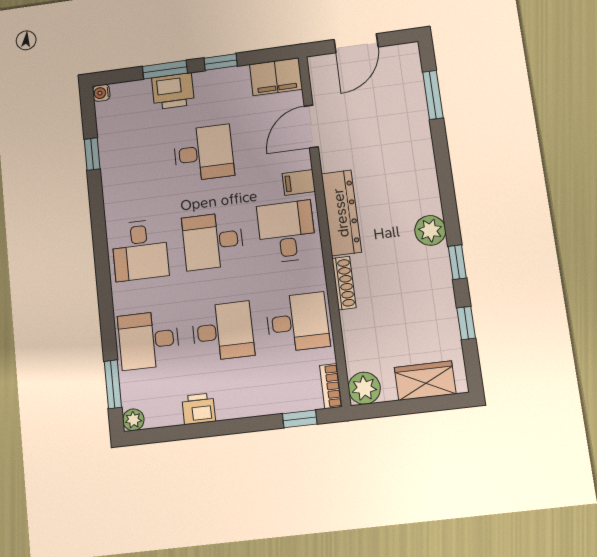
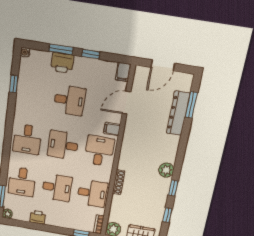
filing cabinet: (276, 77) -> (123, 72), width x0.50
dresser: (341, 213) -> (178, 113), moved, turned 180
desk: (149, 340) -> (22, 182), turned -90

